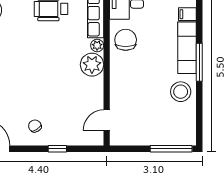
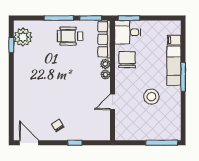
plant: (92, 65) -> (105, 74), width x0.53, depth x0.53
stool: (181, 92) -> (151, 97), moved
door: (107, 120) -> (113, 102), moved

